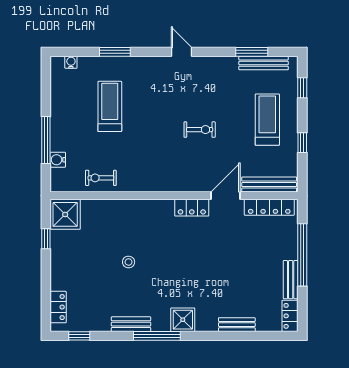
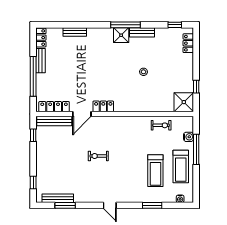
treadmill: (267, 120) -> (181, 166), moved
window: (302, 143) -> (33, 135), moved
shower: (183, 320) -> (121, 35), moved

